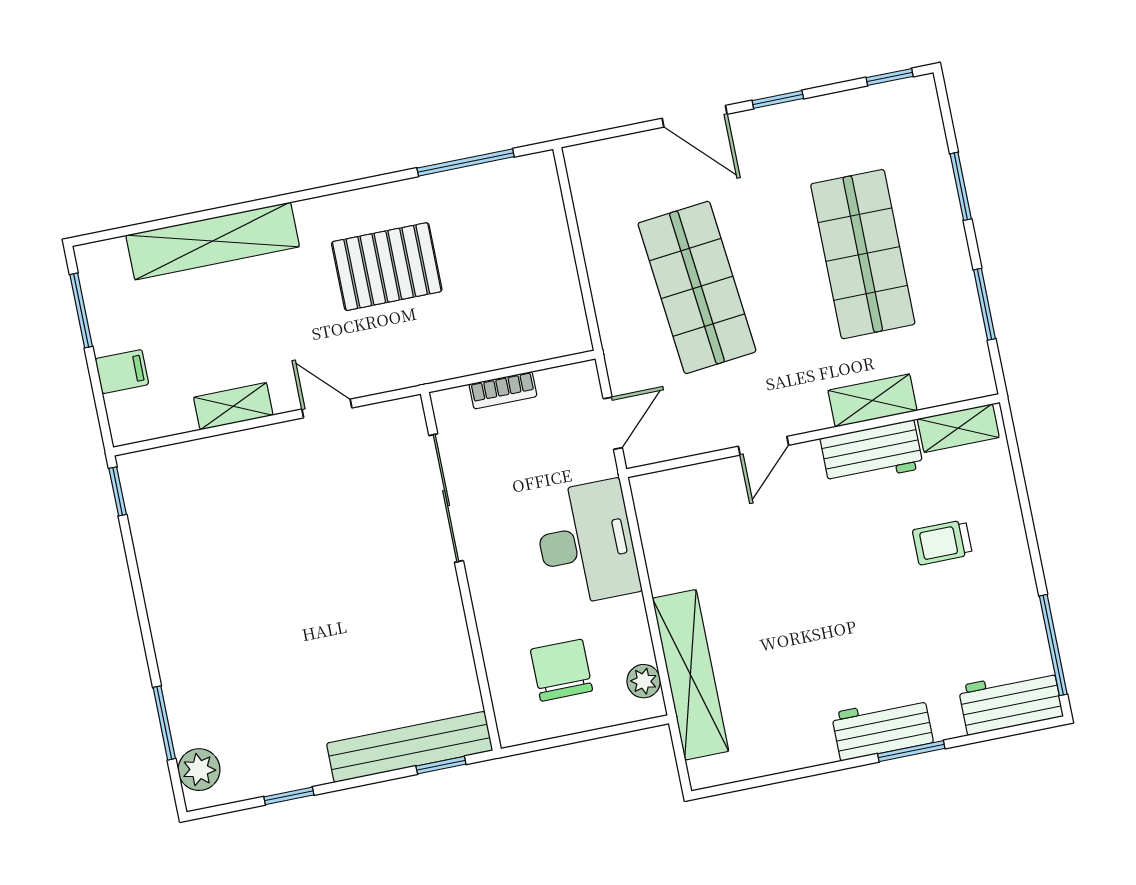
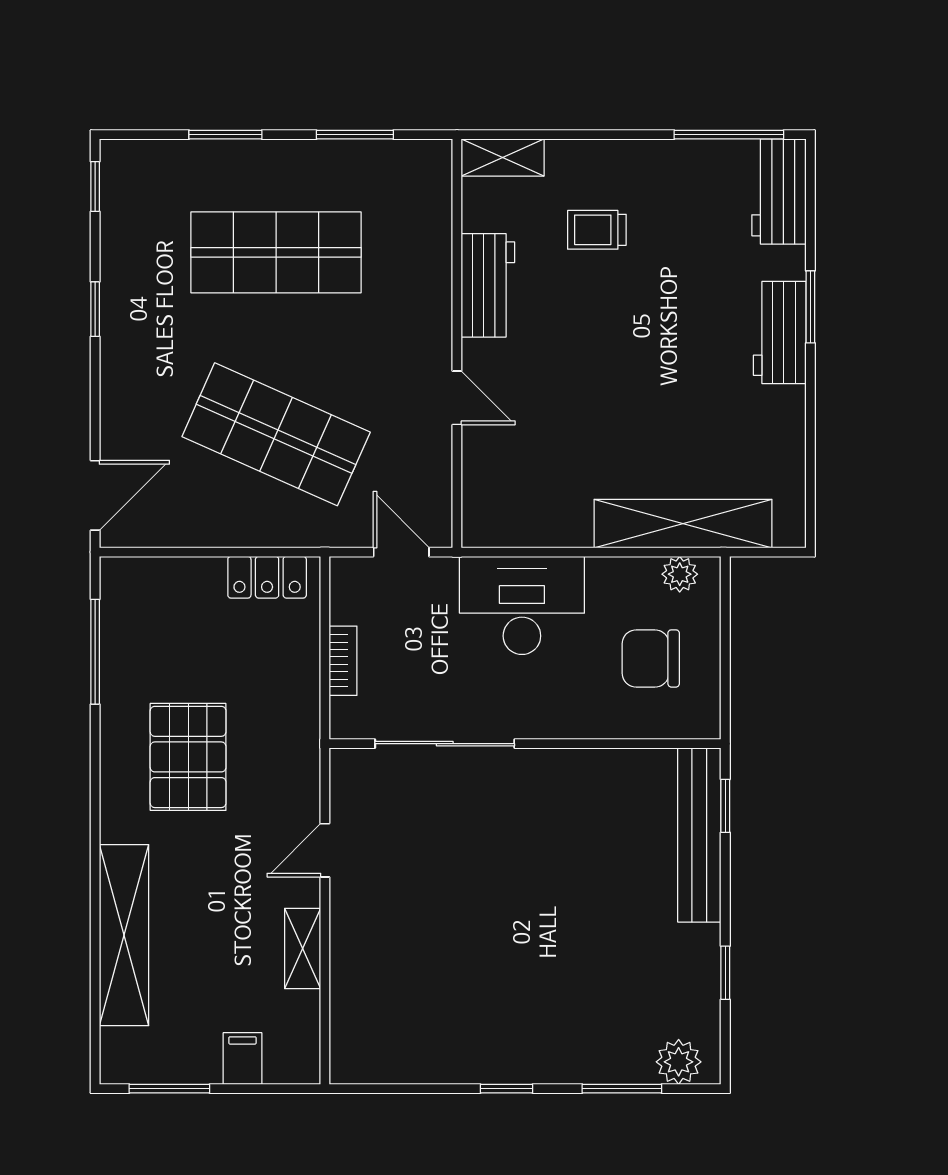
door: (695, 116) -> (95, 495), moved
shop shelf: (697, 287) -> (276, 434), turned 30
locker: (565, 306) -> (267, 577), added
shelving: (872, 400) -> (432, 273), removed
shelving: (958, 428) -> (503, 158), moved, turned 90
window: (118, 491) -> (507, 1089), moved
trolley: (942, 542) -> (597, 230), turned 90

